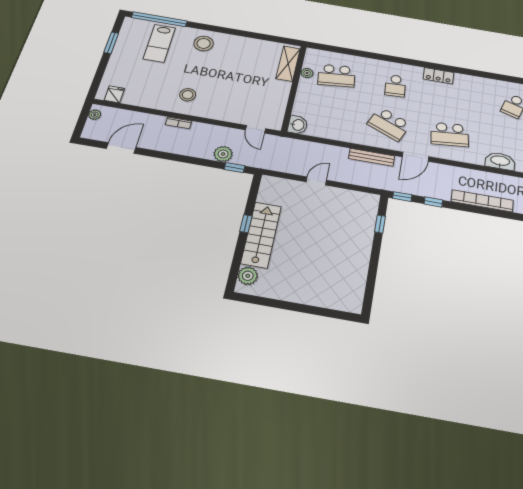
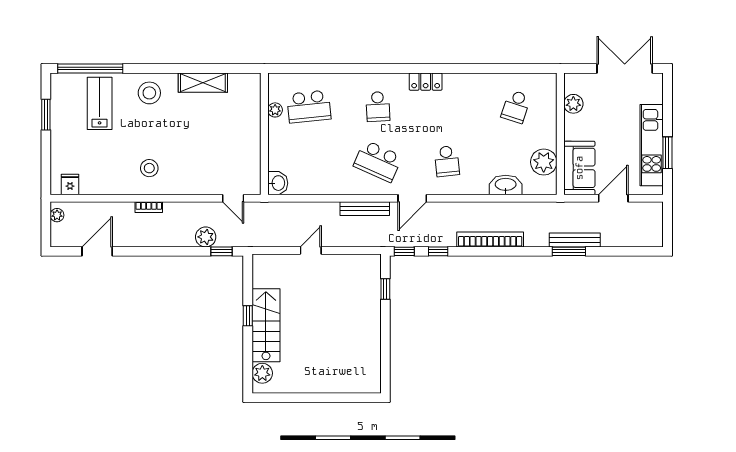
lab bench: (159, 43) -> (100, 103), turned 180
shelving: (288, 64) -> (203, 83), moved, turned 90
school desk: (450, 134) -> (447, 161), width x0.54

